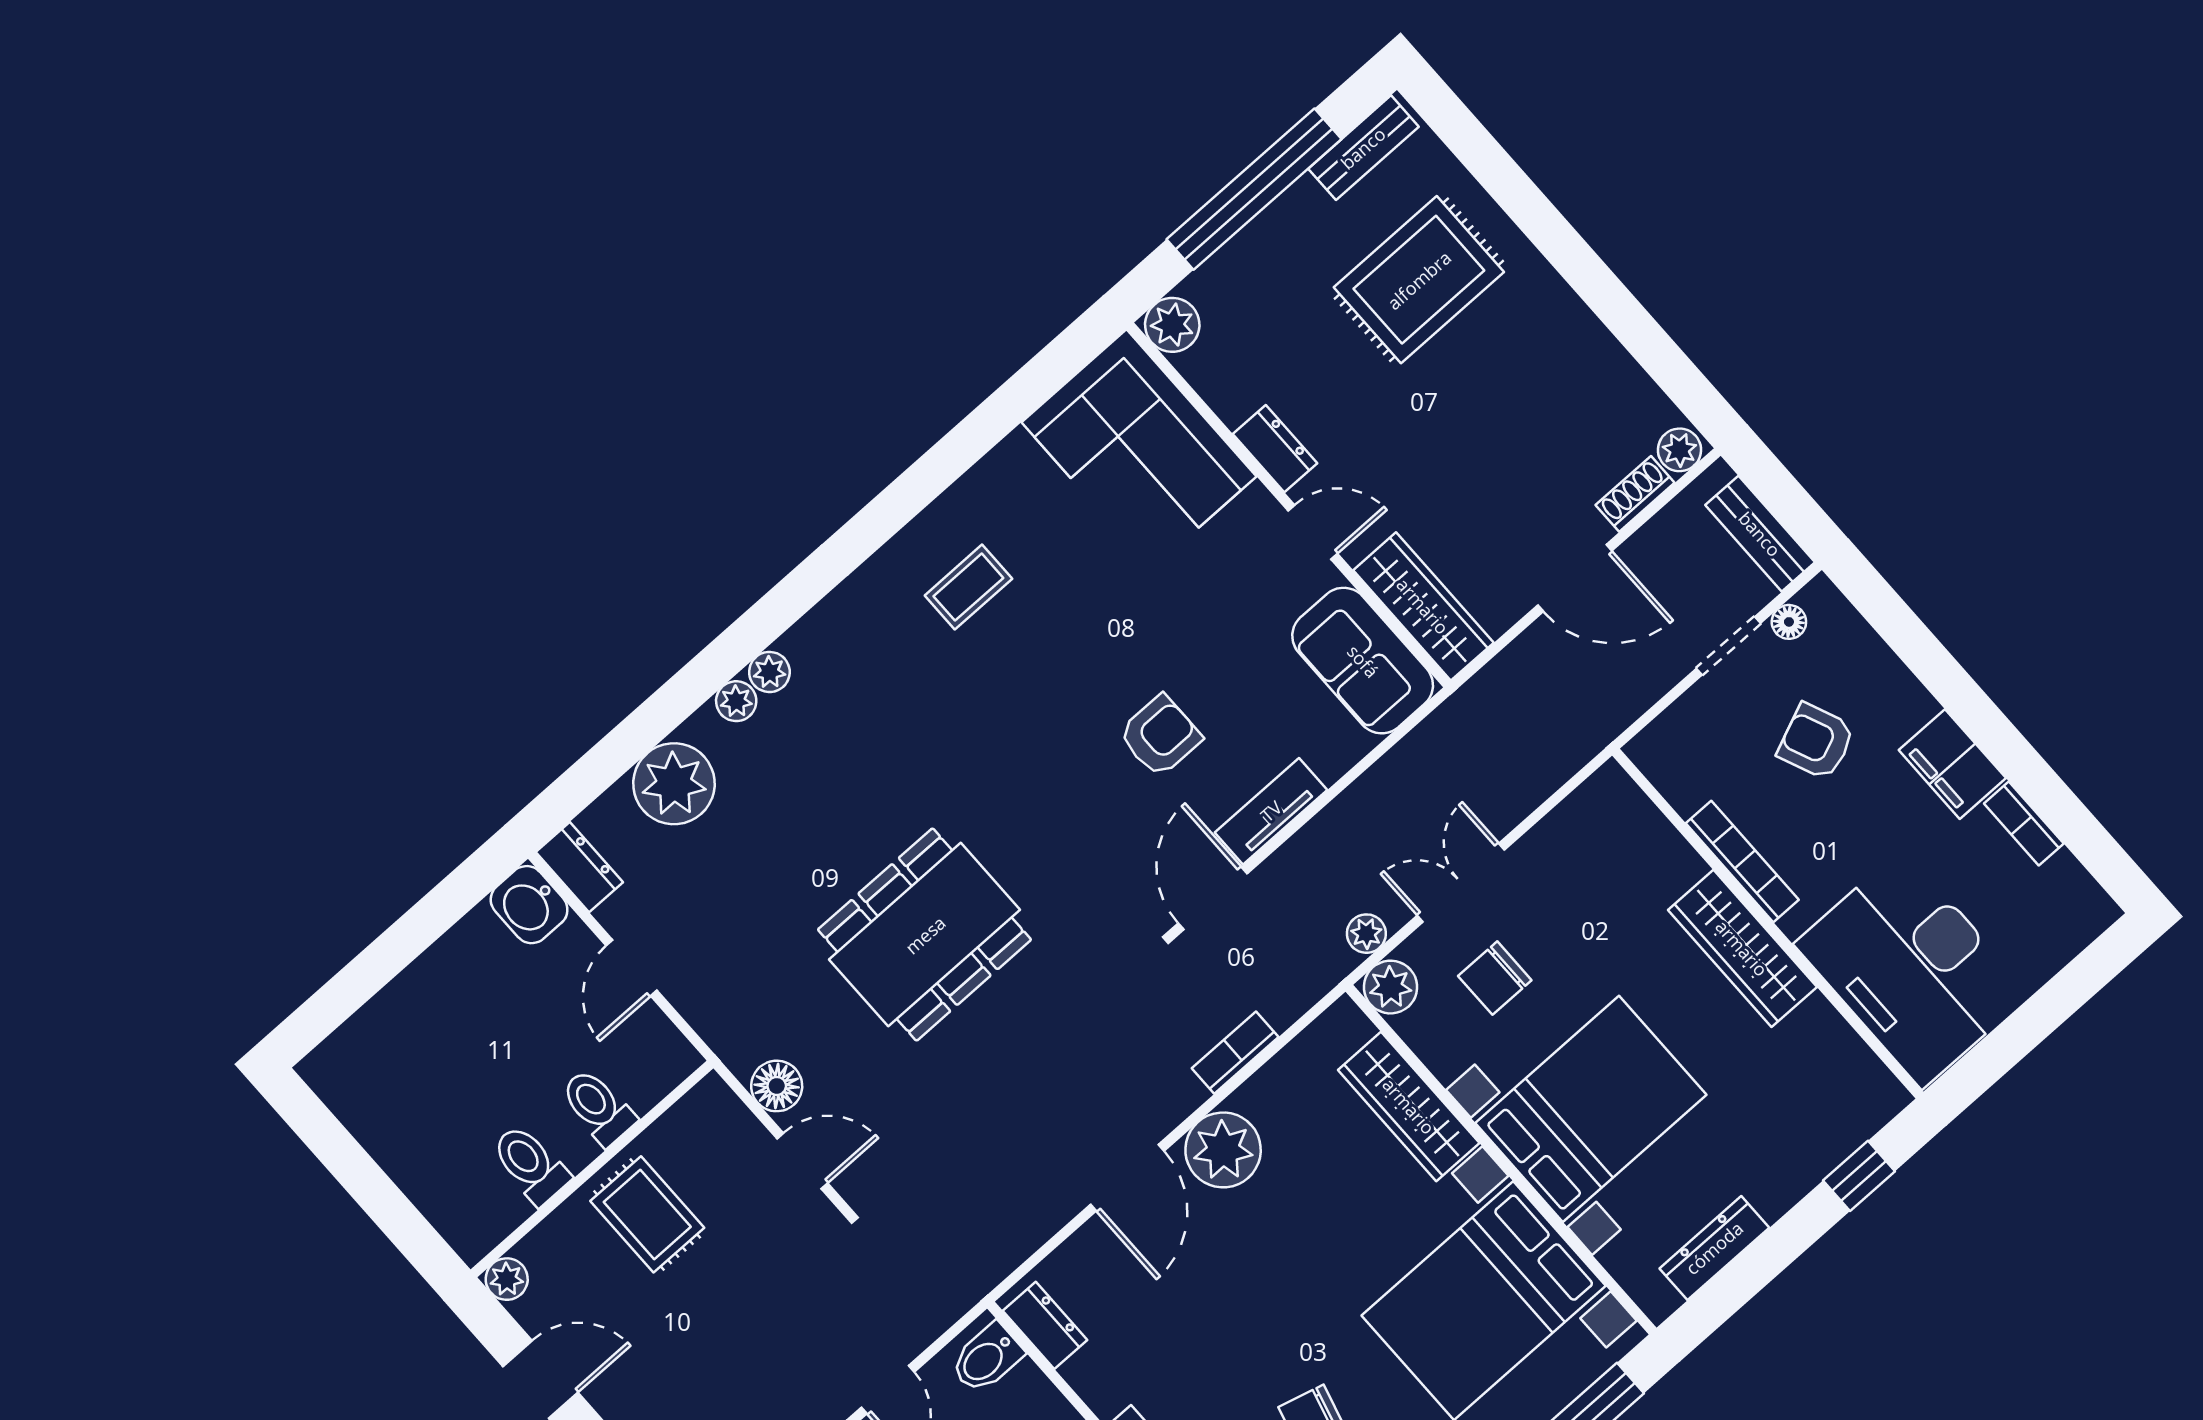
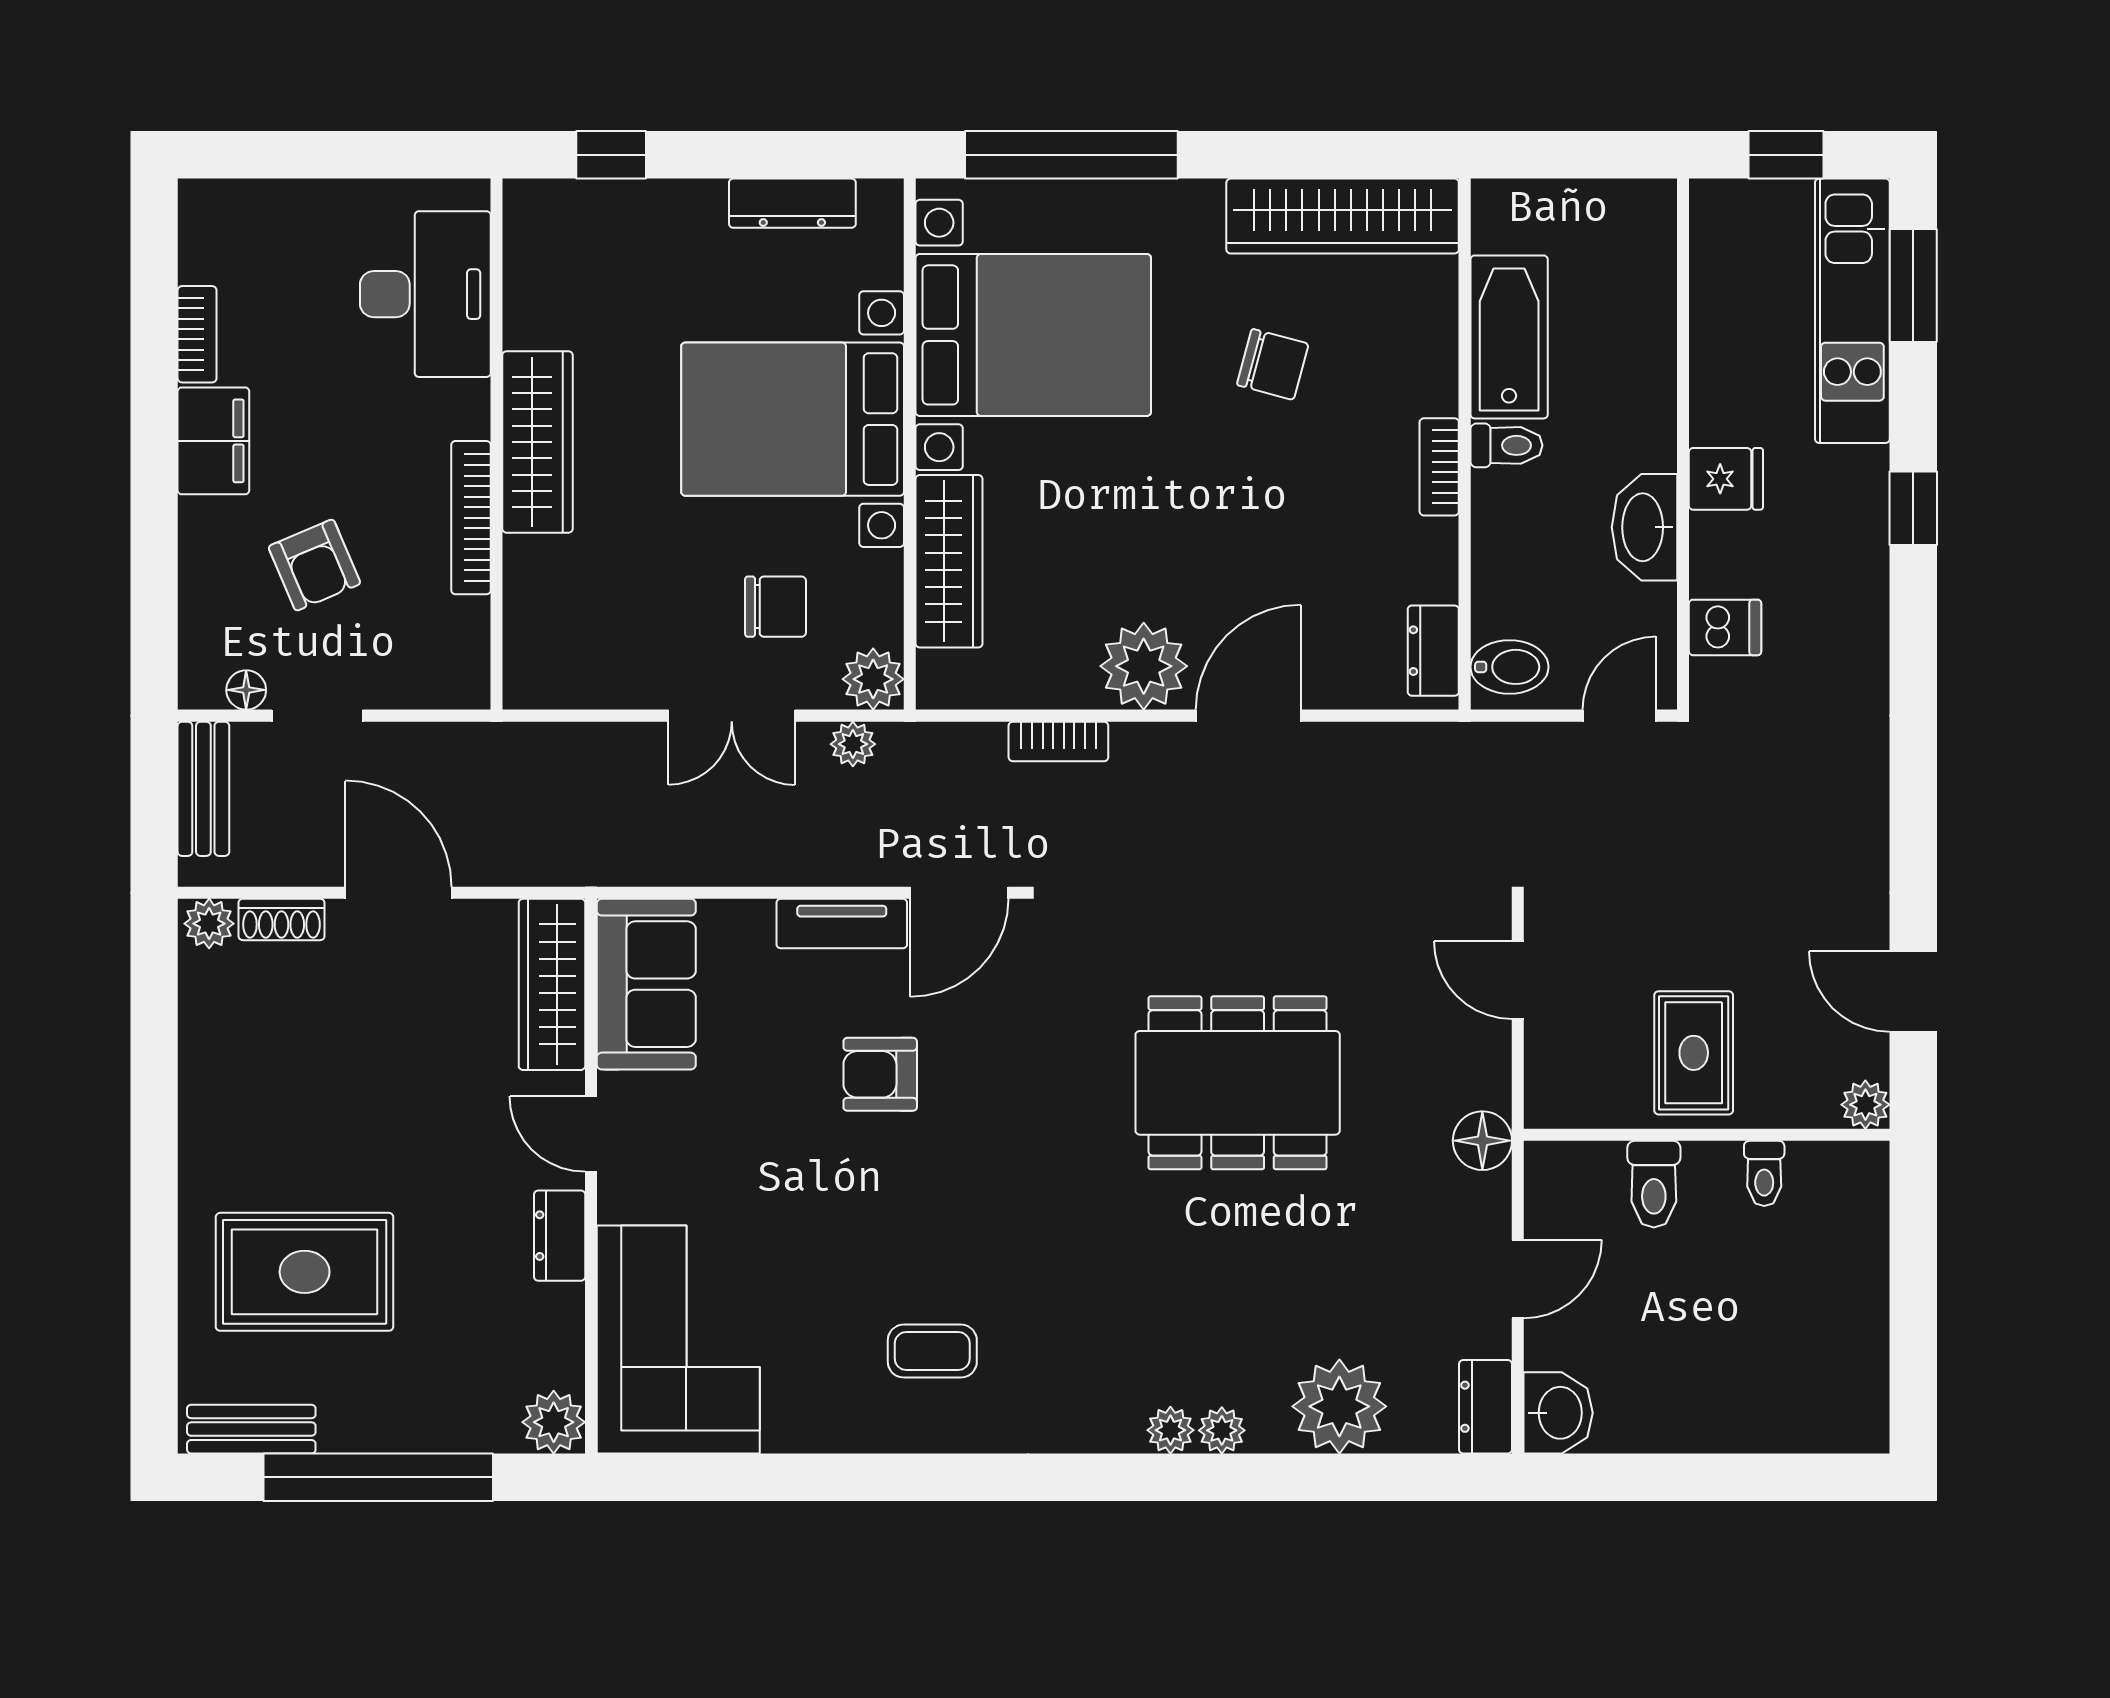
desk: (1912, 969) -> (425, 294), width x0.73, depth x0.77
floor lamp: (777, 1086) -> (1482, 1141), moved
toilet: (530, 1164) -> (1764, 1173), width x0.73, depth x0.72

